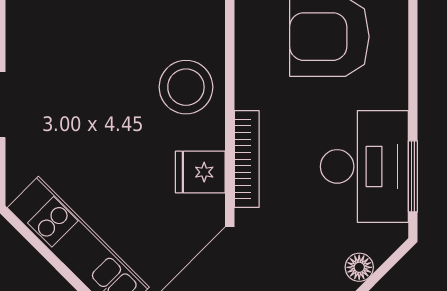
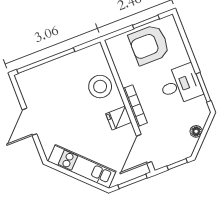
desk: (364, 166) -> (180, 85), width x0.73

